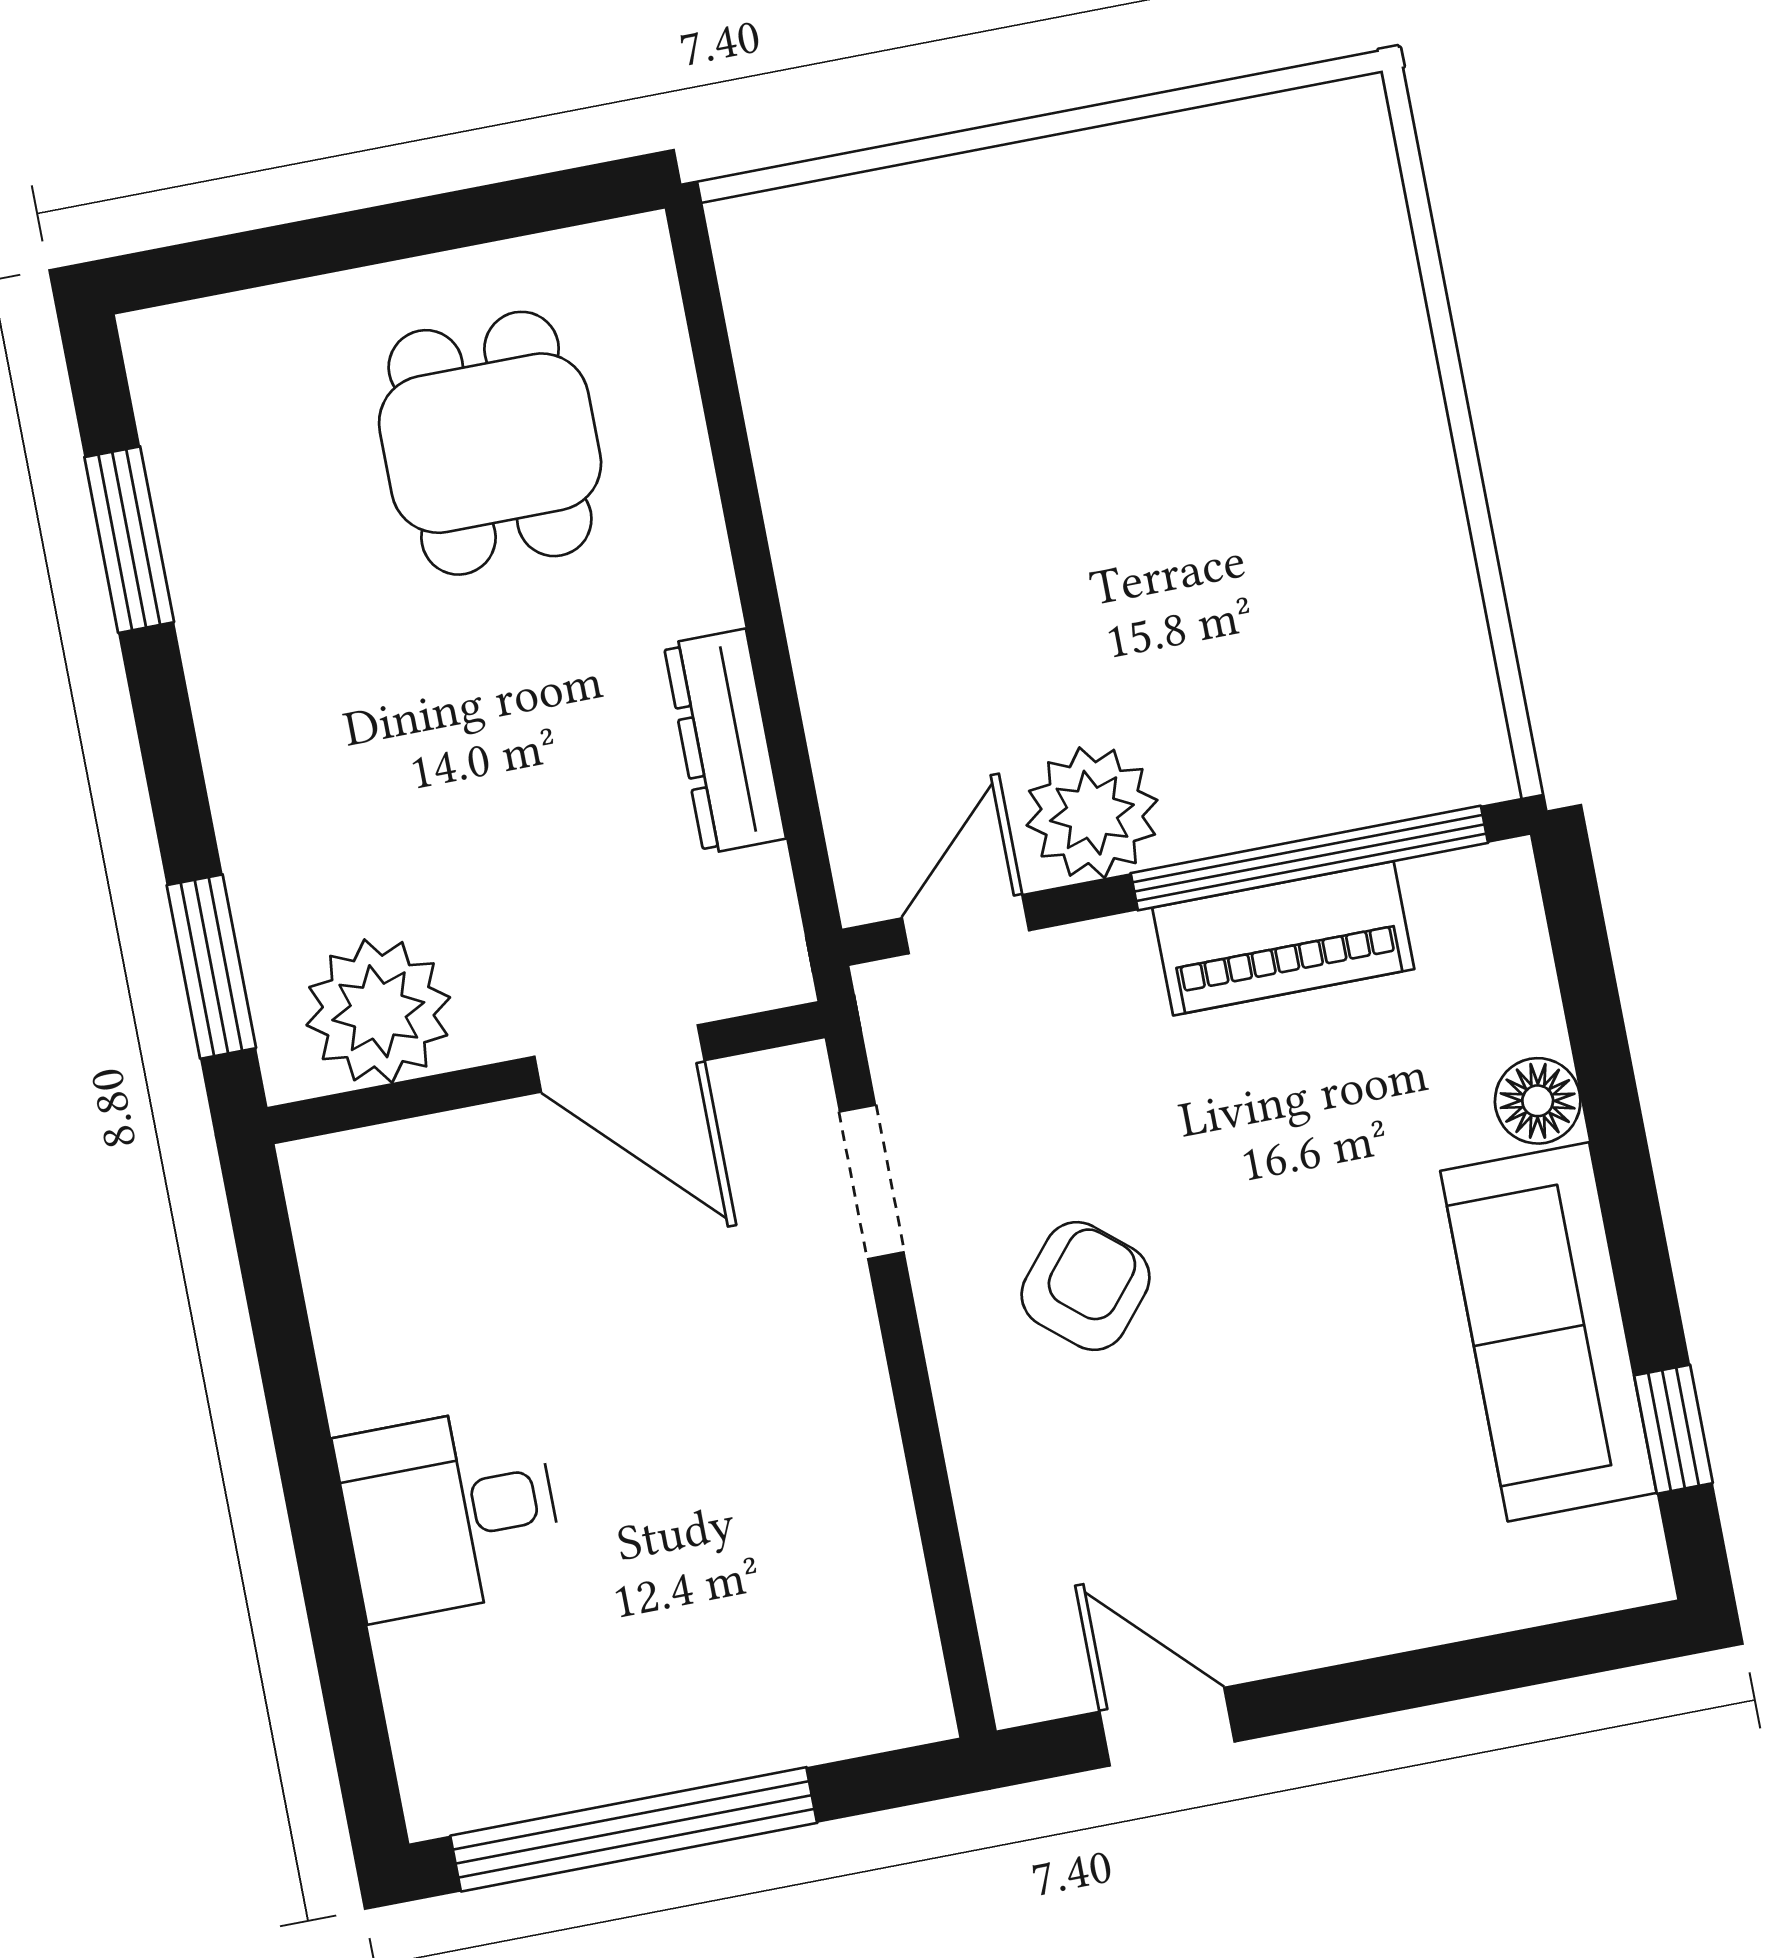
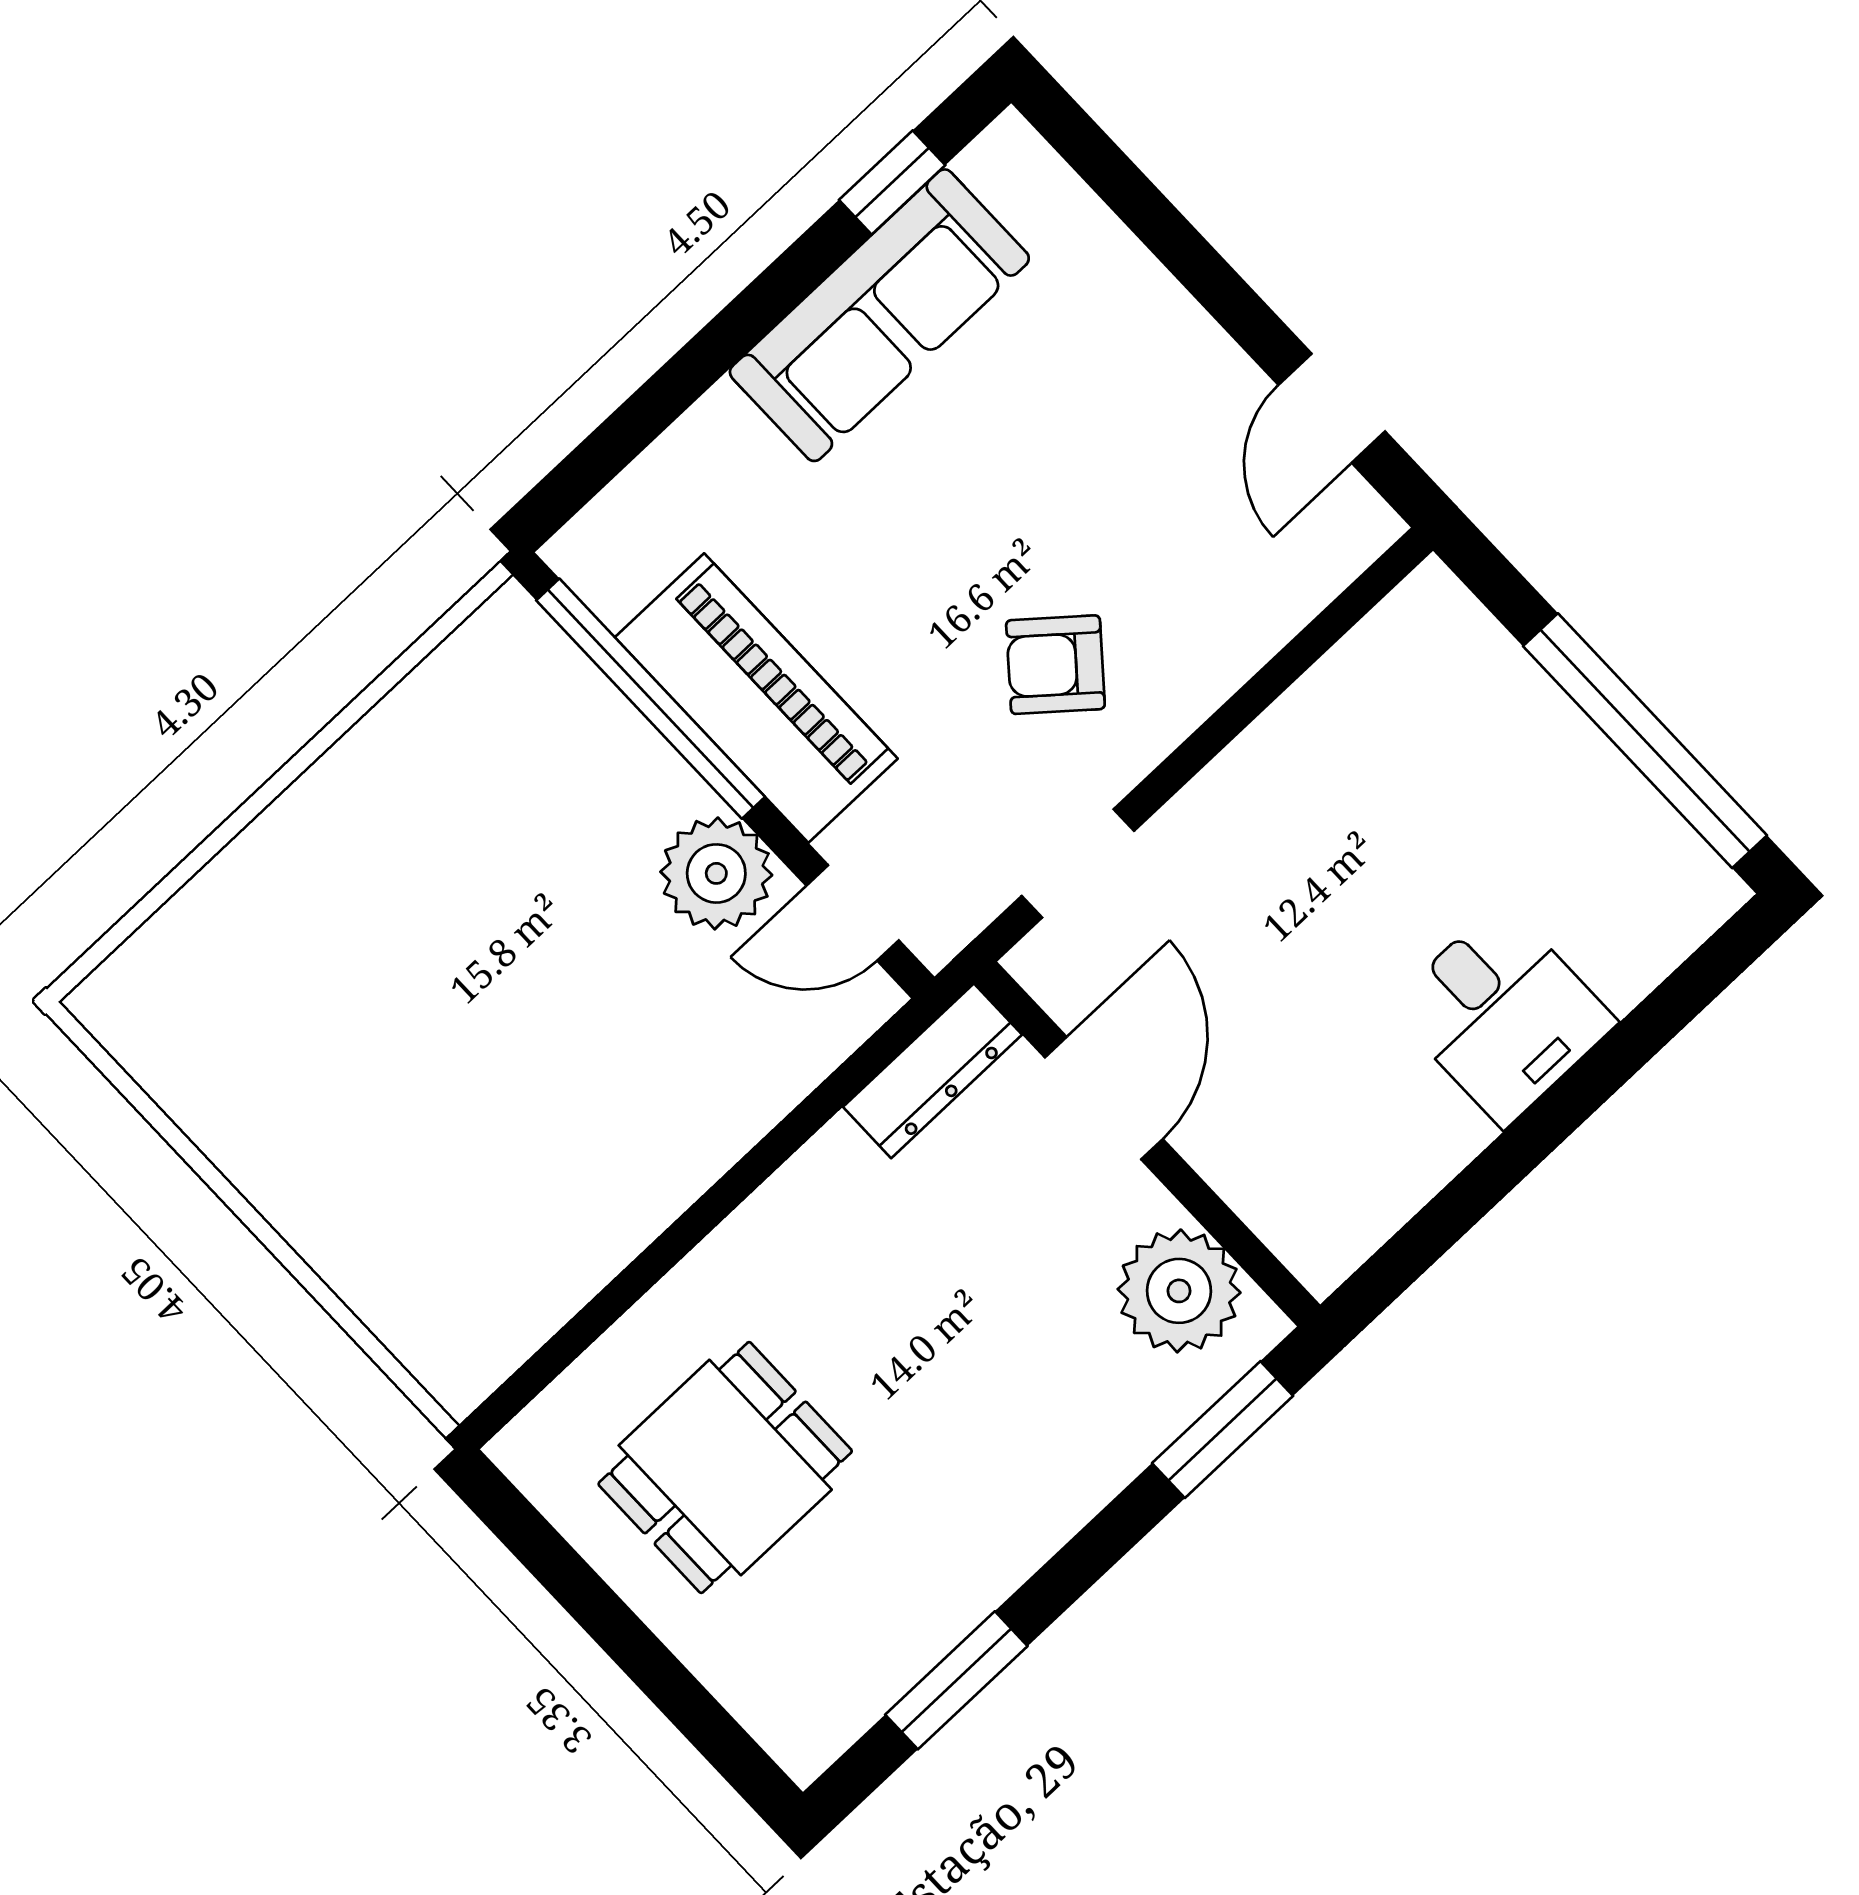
dresser: (725, 742) -> (932, 1071), moved
piano: (1283, 938) -> (756, 698), width x1.37, depth x1.33
floor lamp: (1538, 1101) -> (720, 427), removed

